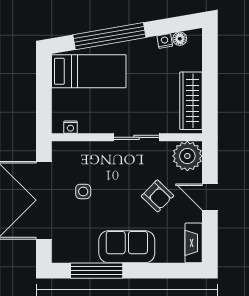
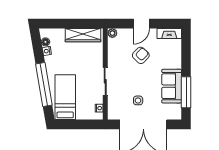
sliding door: (136, 137) -> (105, 81), moved
plant: (187, 156) -> (112, 33), width x0.53, depth x0.53
sofa: (127, 247) -> (172, 86), moved

